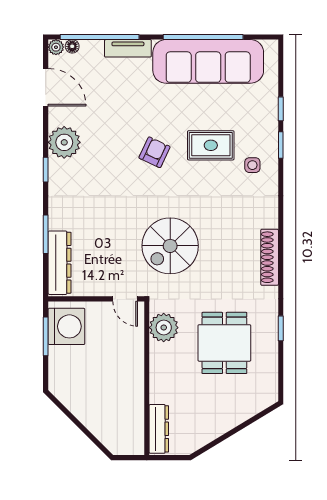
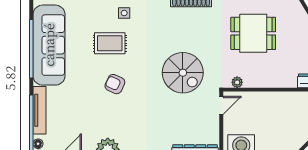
tv unit: (128, 48) -> (40, 110), width x1.41
rug: (211, 145) -> (110, 43), turned 90
plant: (164, 328) -> (237, 82), width x0.53, depth x0.53

